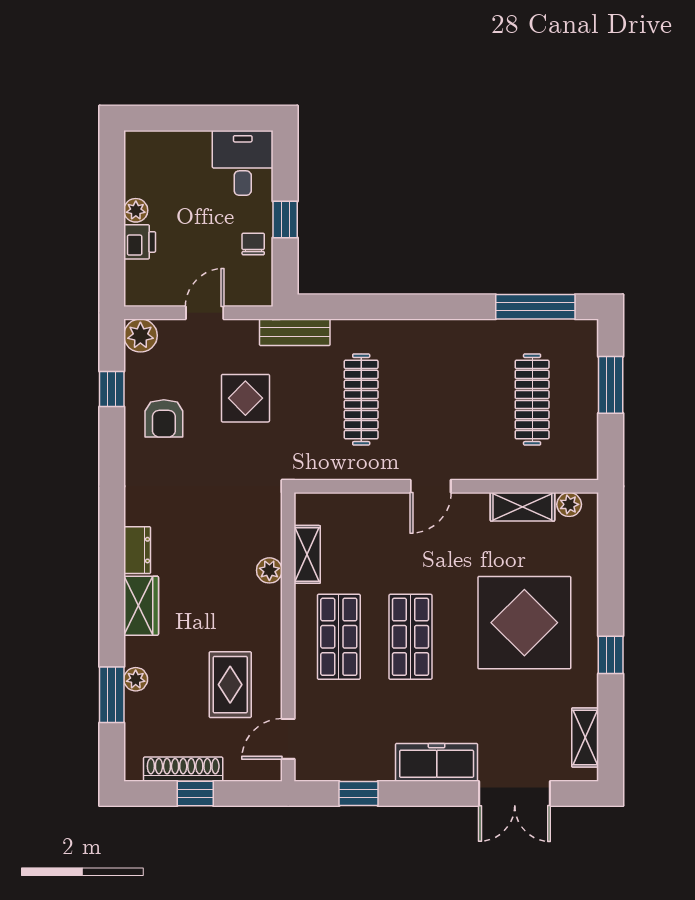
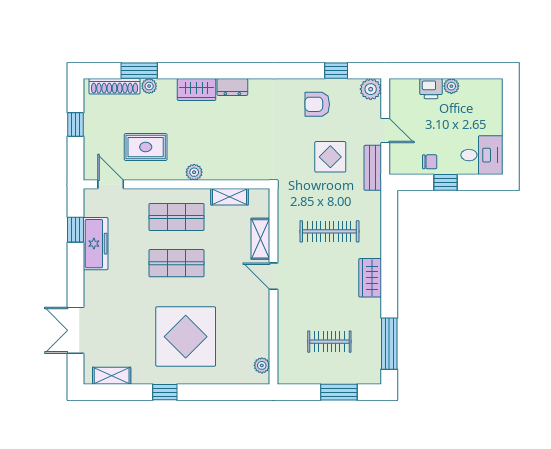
bench: (295, 332) -> (373, 168), moved
wardrobe: (433, 336) -> (370, 278), added
clothes rail: (532, 400) -> (329, 342), width x0.73
shelving: (522, 507) -> (260, 239), moved
plant: (269, 570) -> (194, 172), moved
freezer: (437, 762) -> (96, 244), moved
shoe rack: (183, 769) -> (115, 86), moved, turned 90

